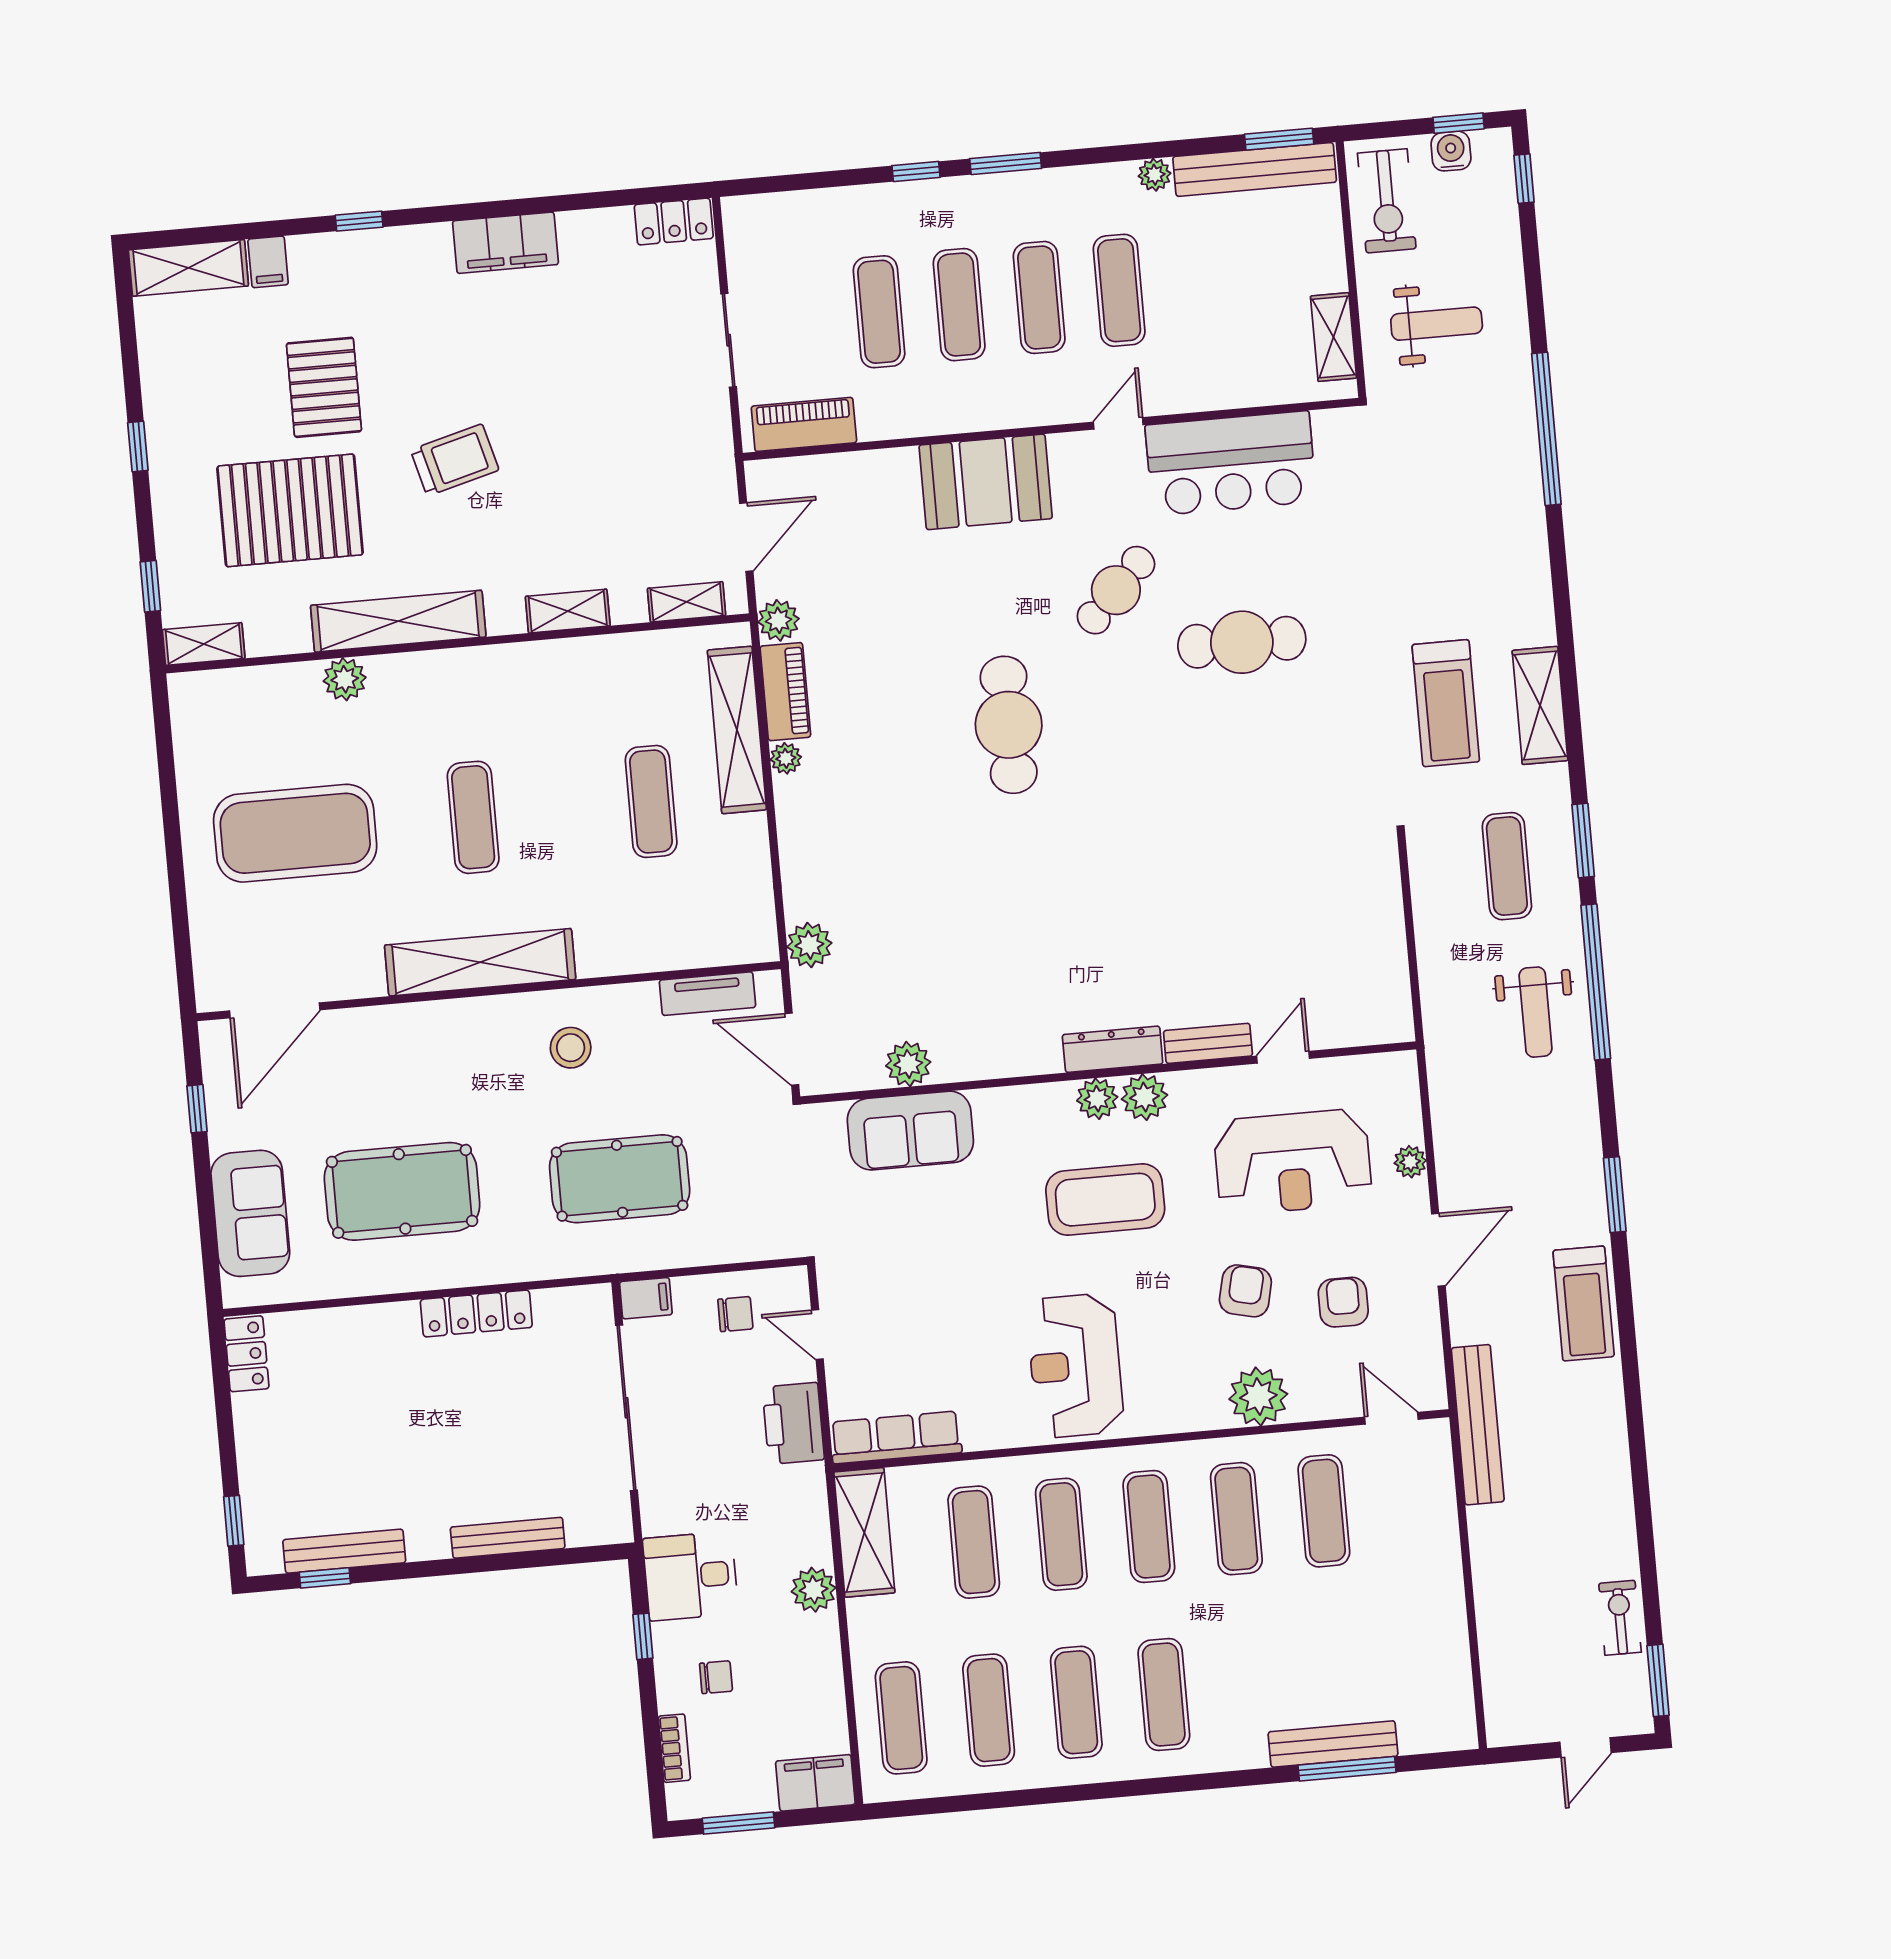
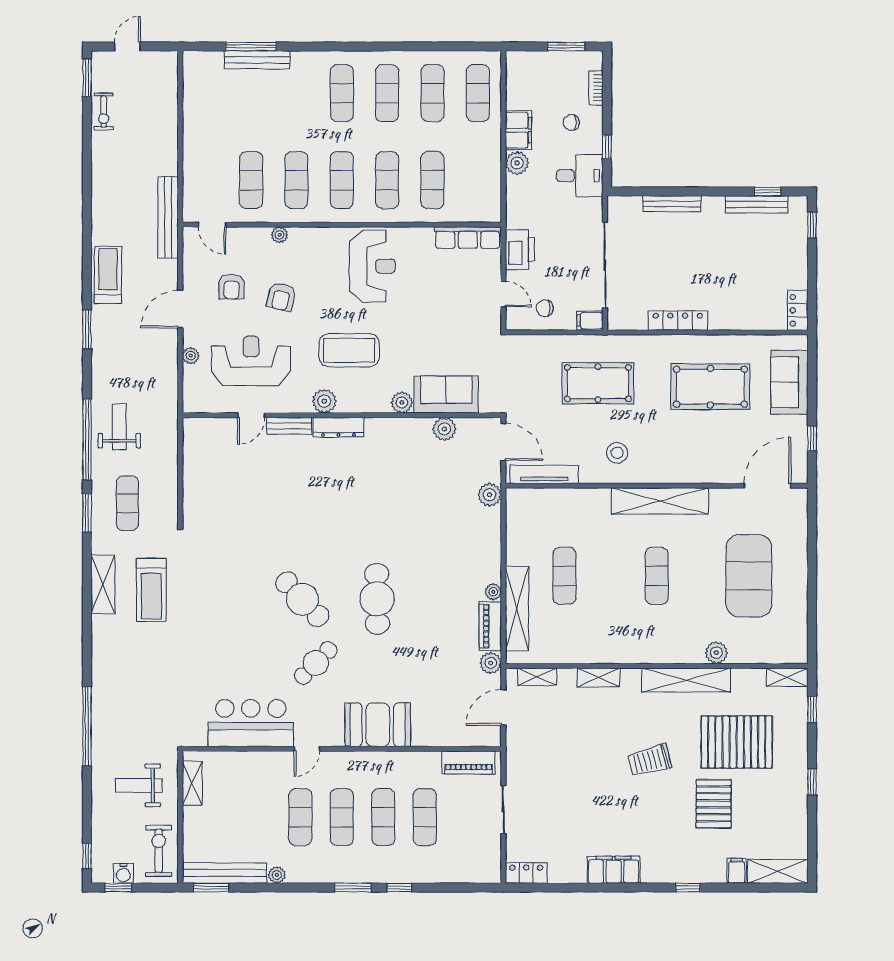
cafe table: (1242, 642) -> (302, 599), moved, turned 47
treadmill: (1446, 703) -> (151, 590), turned 180
exercise mat: (295, 833) -> (749, 576), turned 90
tv unit: (707, 994) -> (544, 474), width x1.41
plant: (1097, 1099) -> (402, 402), moved
plant: (1258, 1396) -> (279, 235), width x0.53, depth x0.53
shelving: (864, 1532) -> (488, 190), removed
filing cabinet: (815, 1783) -> (518, 130), moved, turned -90

